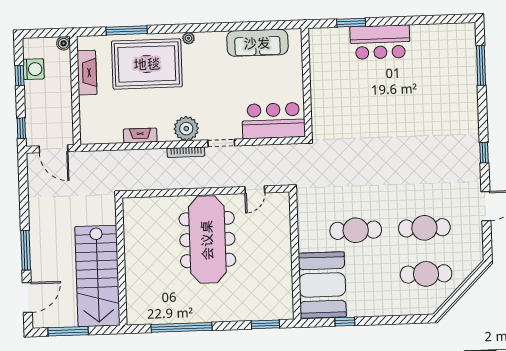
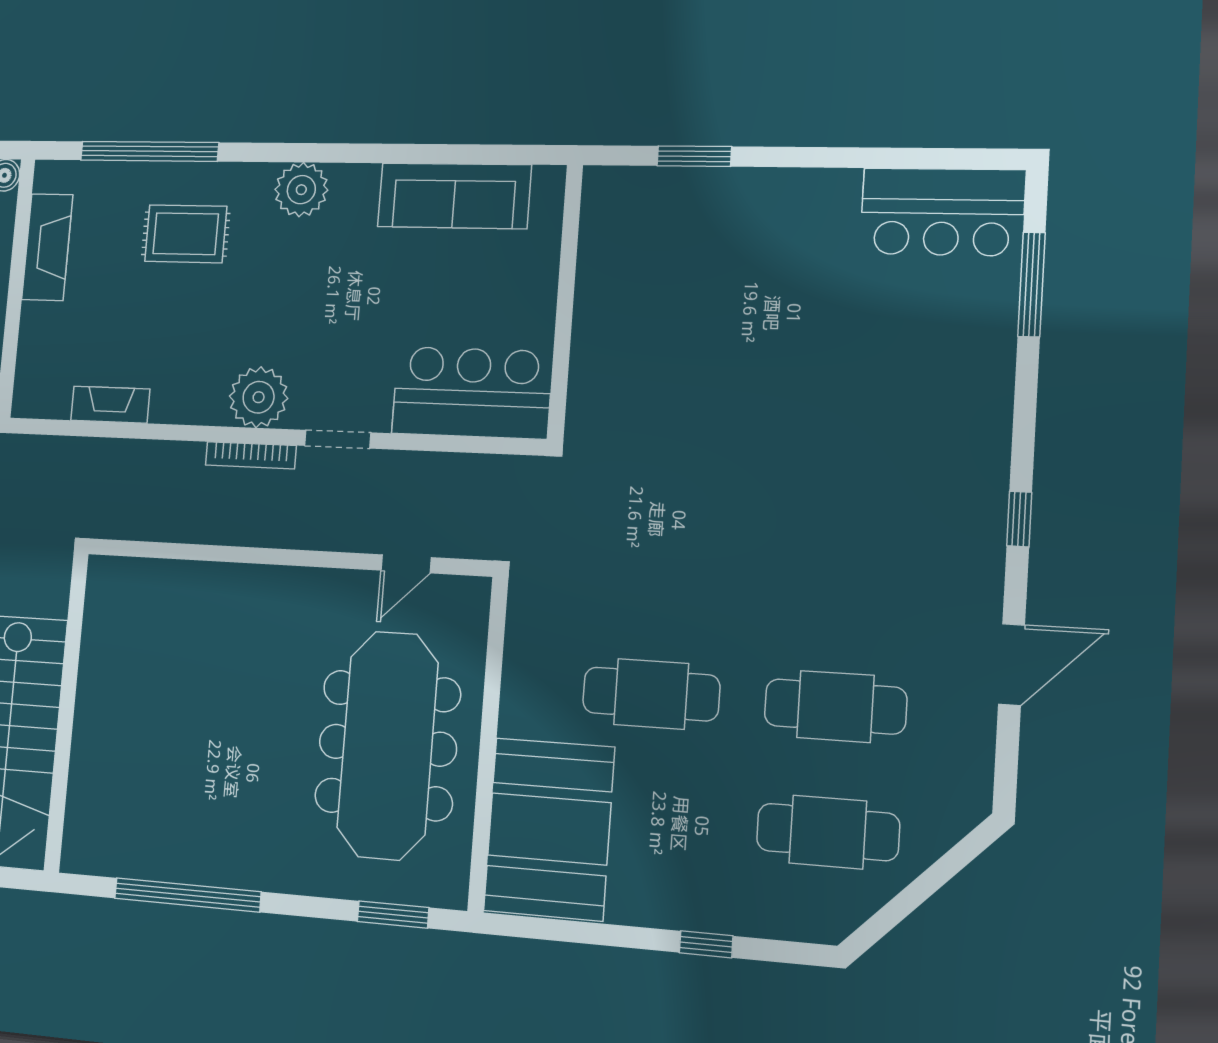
window: (127, 30) -> (149, 151), width x1.46
plant: (188, 38) -> (301, 190), width x1.87, depth x1.87
bar counter: (380, 42) -> (942, 212), moved
rug: (147, 64) -> (186, 234), width x0.54, depth x0.49
fireplace: (140, 135) -> (110, 405), moved
meeting table: (207, 240) -> (388, 745), moved
window: (345, 322) -> (706, 944), moved

